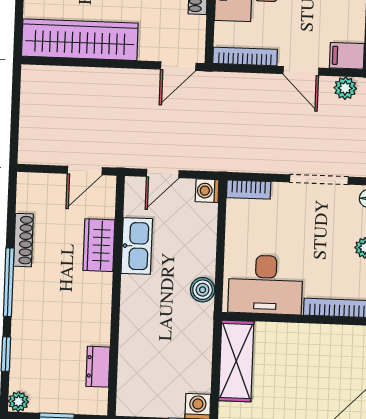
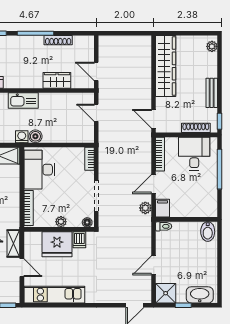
washing machine: (207, 191) -> (22, 137), moved
kitchen sink: (137, 246) -> (23, 100), moved

